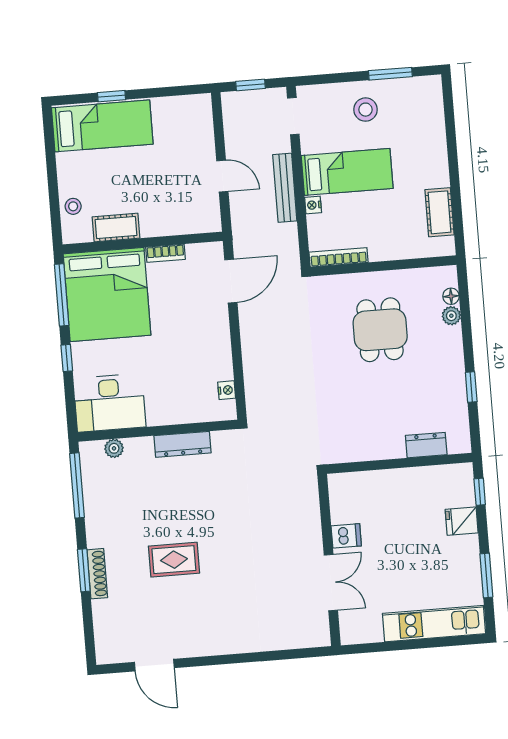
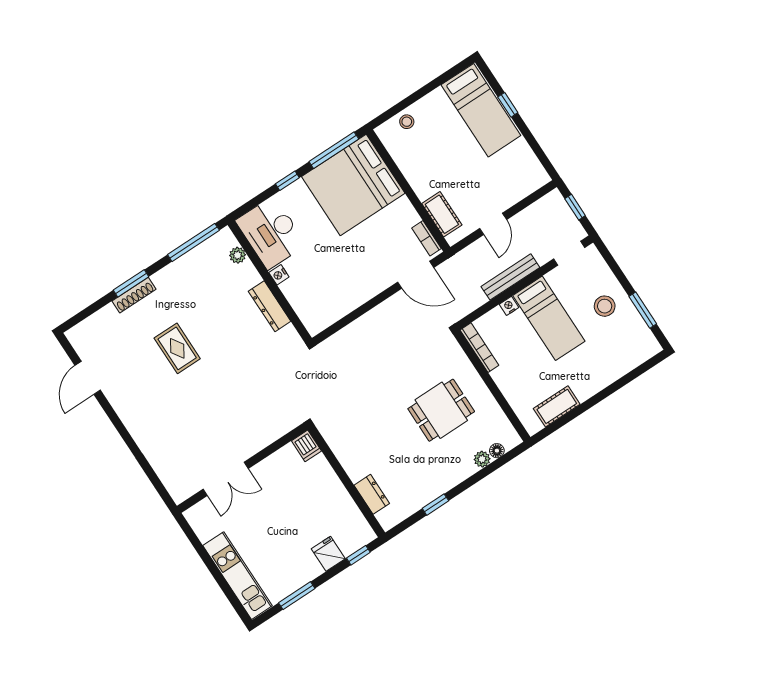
cot: (116, 228) -> (442, 214), moved
bookcase: (165, 253) -> (426, 238), moved
nightstand: (227, 390) -> (279, 275), moved, turned 90
dishwasher: (346, 536) -> (306, 446), moved

